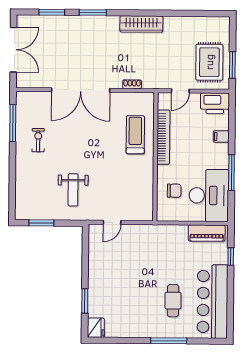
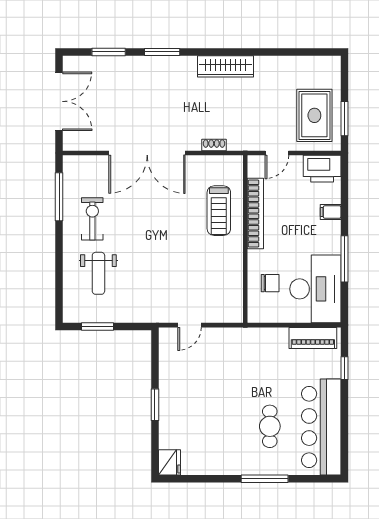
treadmill: (135, 135) -> (219, 211), turned 180
exercise bike: (38, 140) -> (92, 219), width x1.38, depth x1.39
weight bench: (73, 190) -> (98, 273), moved
window: (85, 301) -> (155, 405), moved

